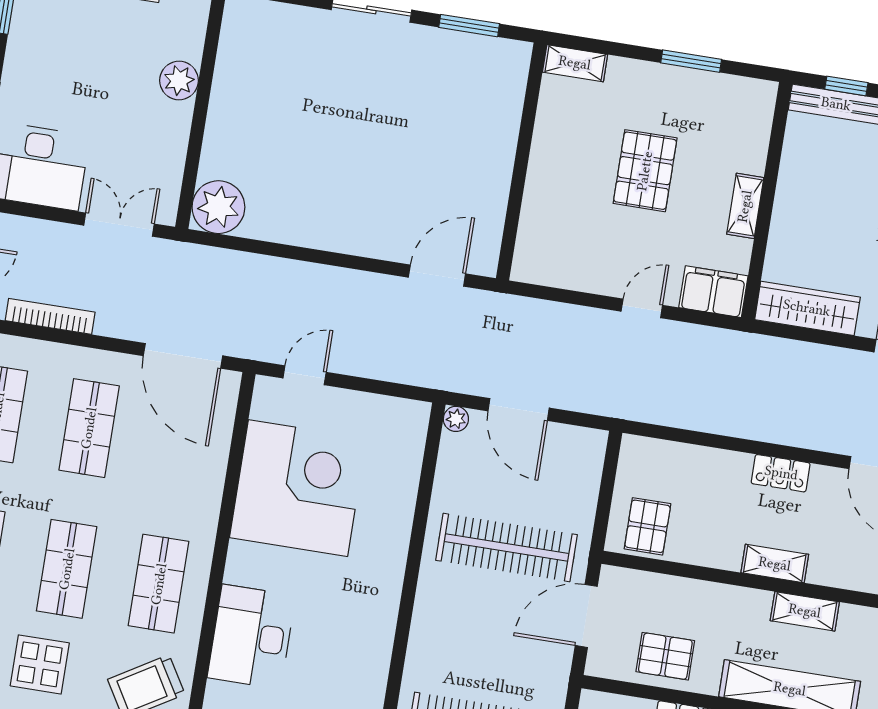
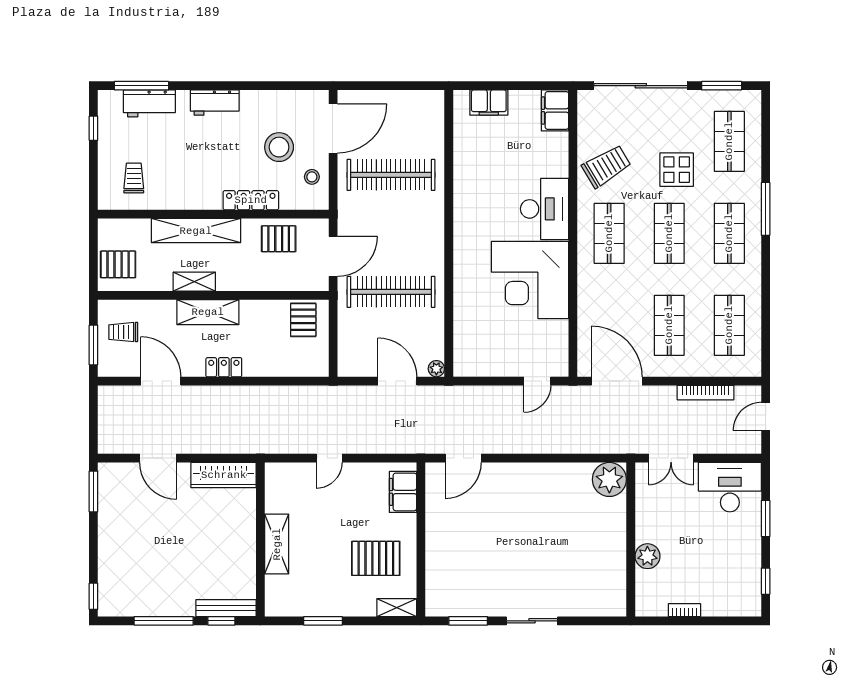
pallet: (645, 171) -> (376, 558), moved, turned 90
shelving: (745, 206) -> (277, 544), width x1.50, depth x1.33
filing cabinet: (713, 292) -> (403, 492), moved, turned 90
corner desk: (298, 488) -> (530, 280), moved
shelving: (775, 564) -> (208, 312), width x1.50, depth x1.33

